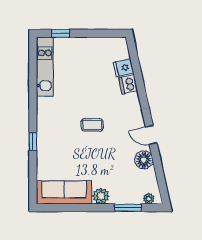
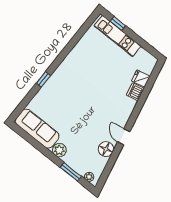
kitchen unit: (45, 67) -> (118, 36), moved, turned 90
coffee table: (92, 125) -> (91, 99), removed

